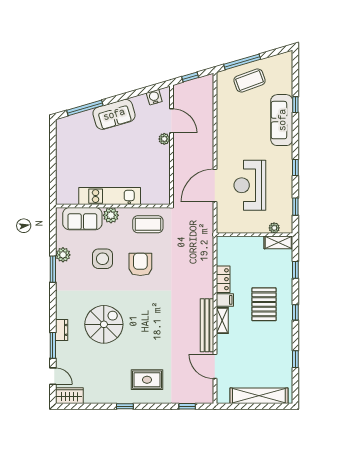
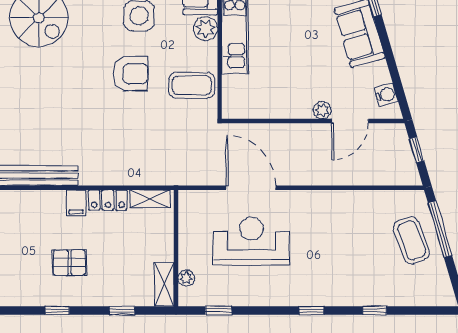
sofa: (282, 120) -> (351, 290), removed
window: (295, 168) -> (311, 310), moved
coffee table: (148, 224) -> (192, 85), turned 90
pallet: (264, 304) -> (69, 263), width x0.67, depth x0.71
shelving: (222, 320) -> (150, 199), moved

